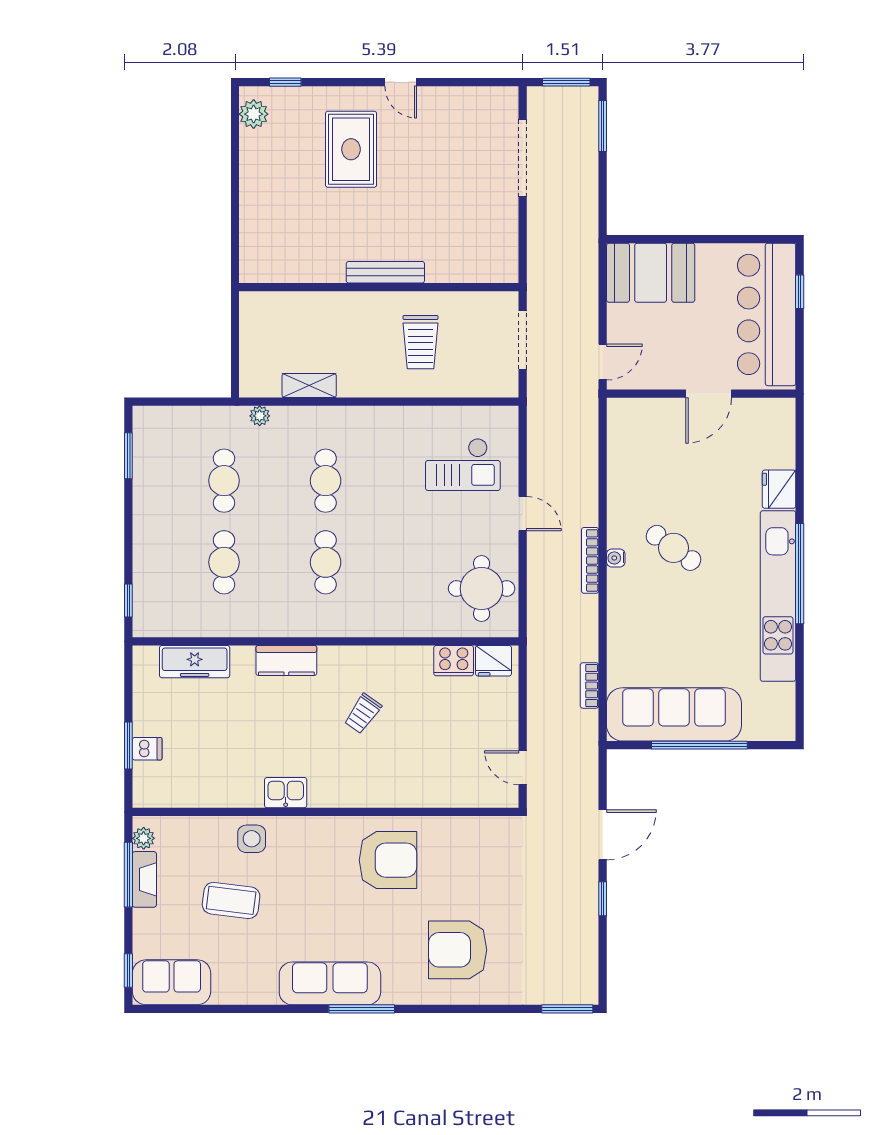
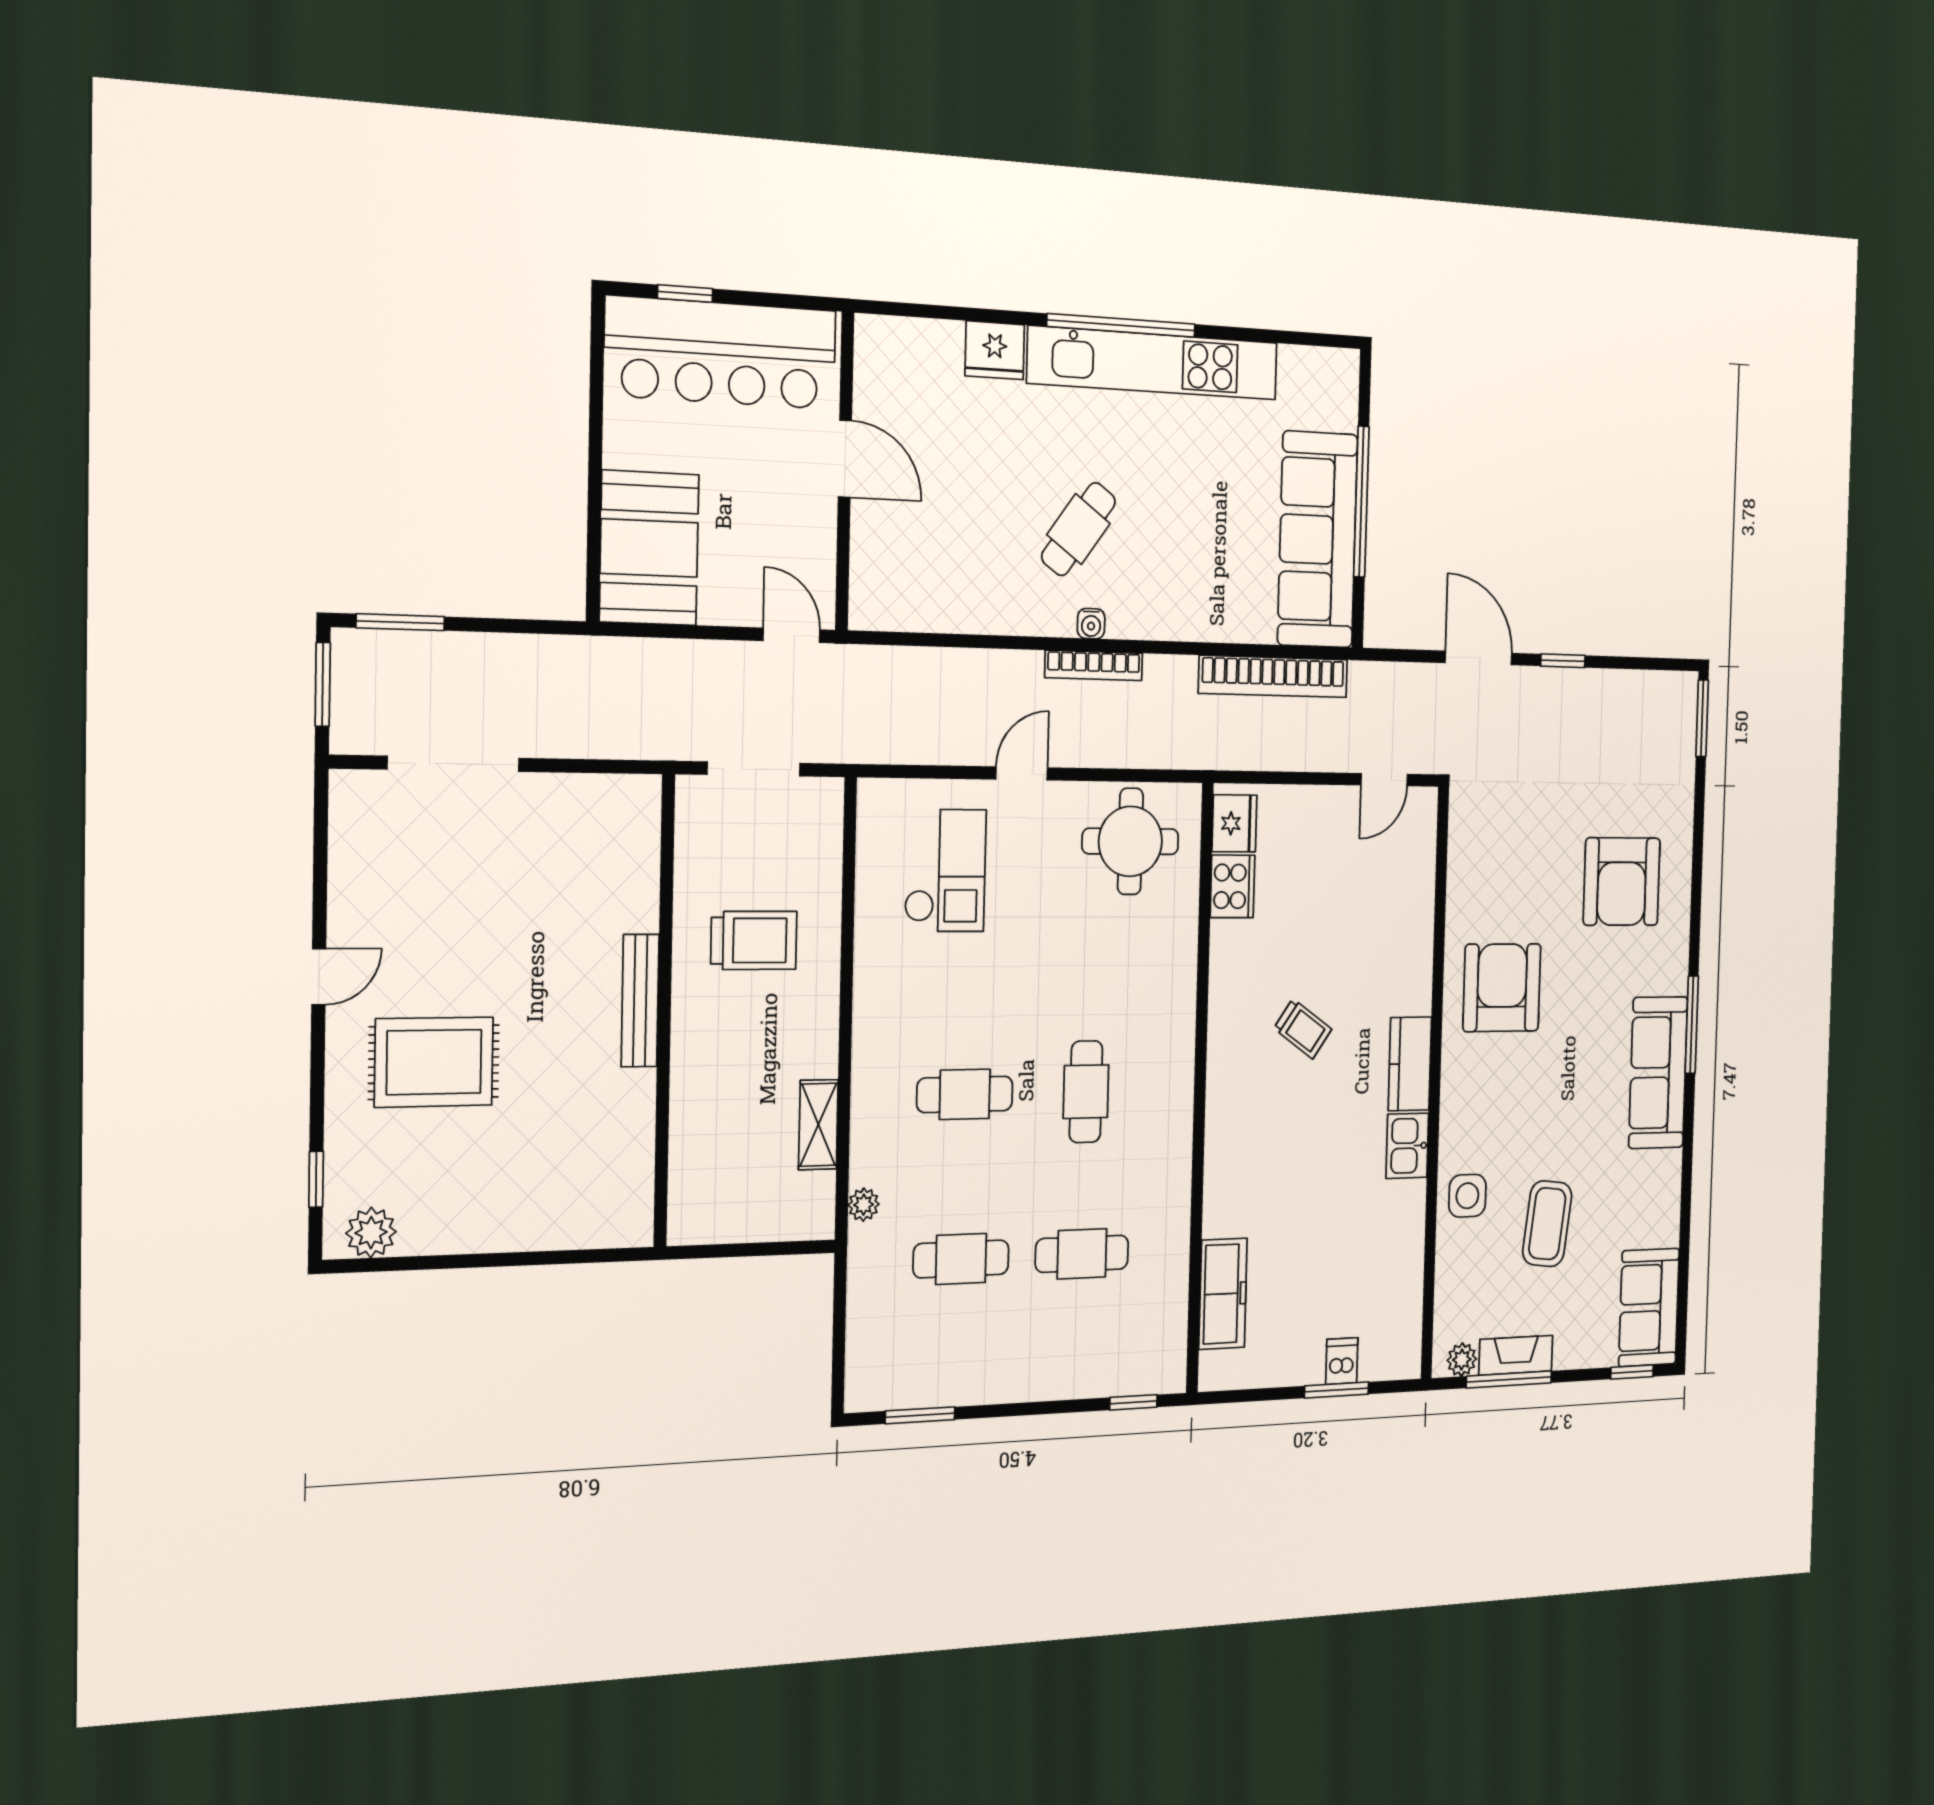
cafe table: (326, 562) -> (1086, 1092), turned 90
kitchen counter: (286, 660) -> (1410, 1064), moved, turned 180
bookcase: (589, 685) -> (1273, 676), width x2.31, depth x1.31

